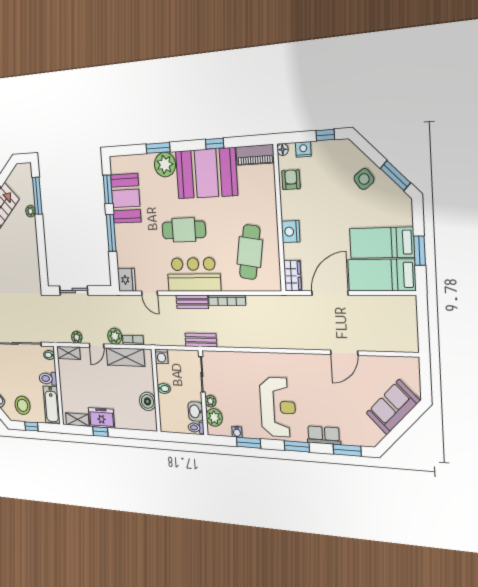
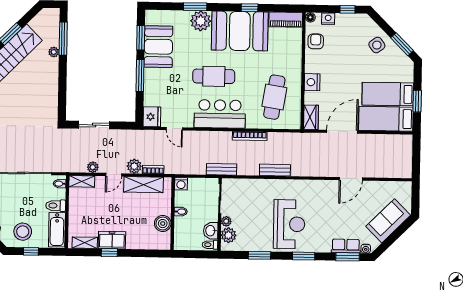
bench: (192, 302) -> (275, 170), moved
water cooler: (237, 432) -> (366, 249), moved
row of seats: (324, 435) -> (346, 246), moved

